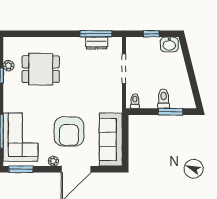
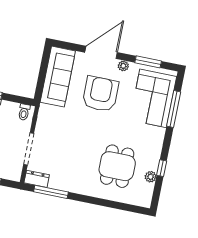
dresser: (97, 43) -> (37, 179), moved
dining table: (41, 69) -> (117, 166), turned 90
window: (21, 169) -> (148, 62), moved

